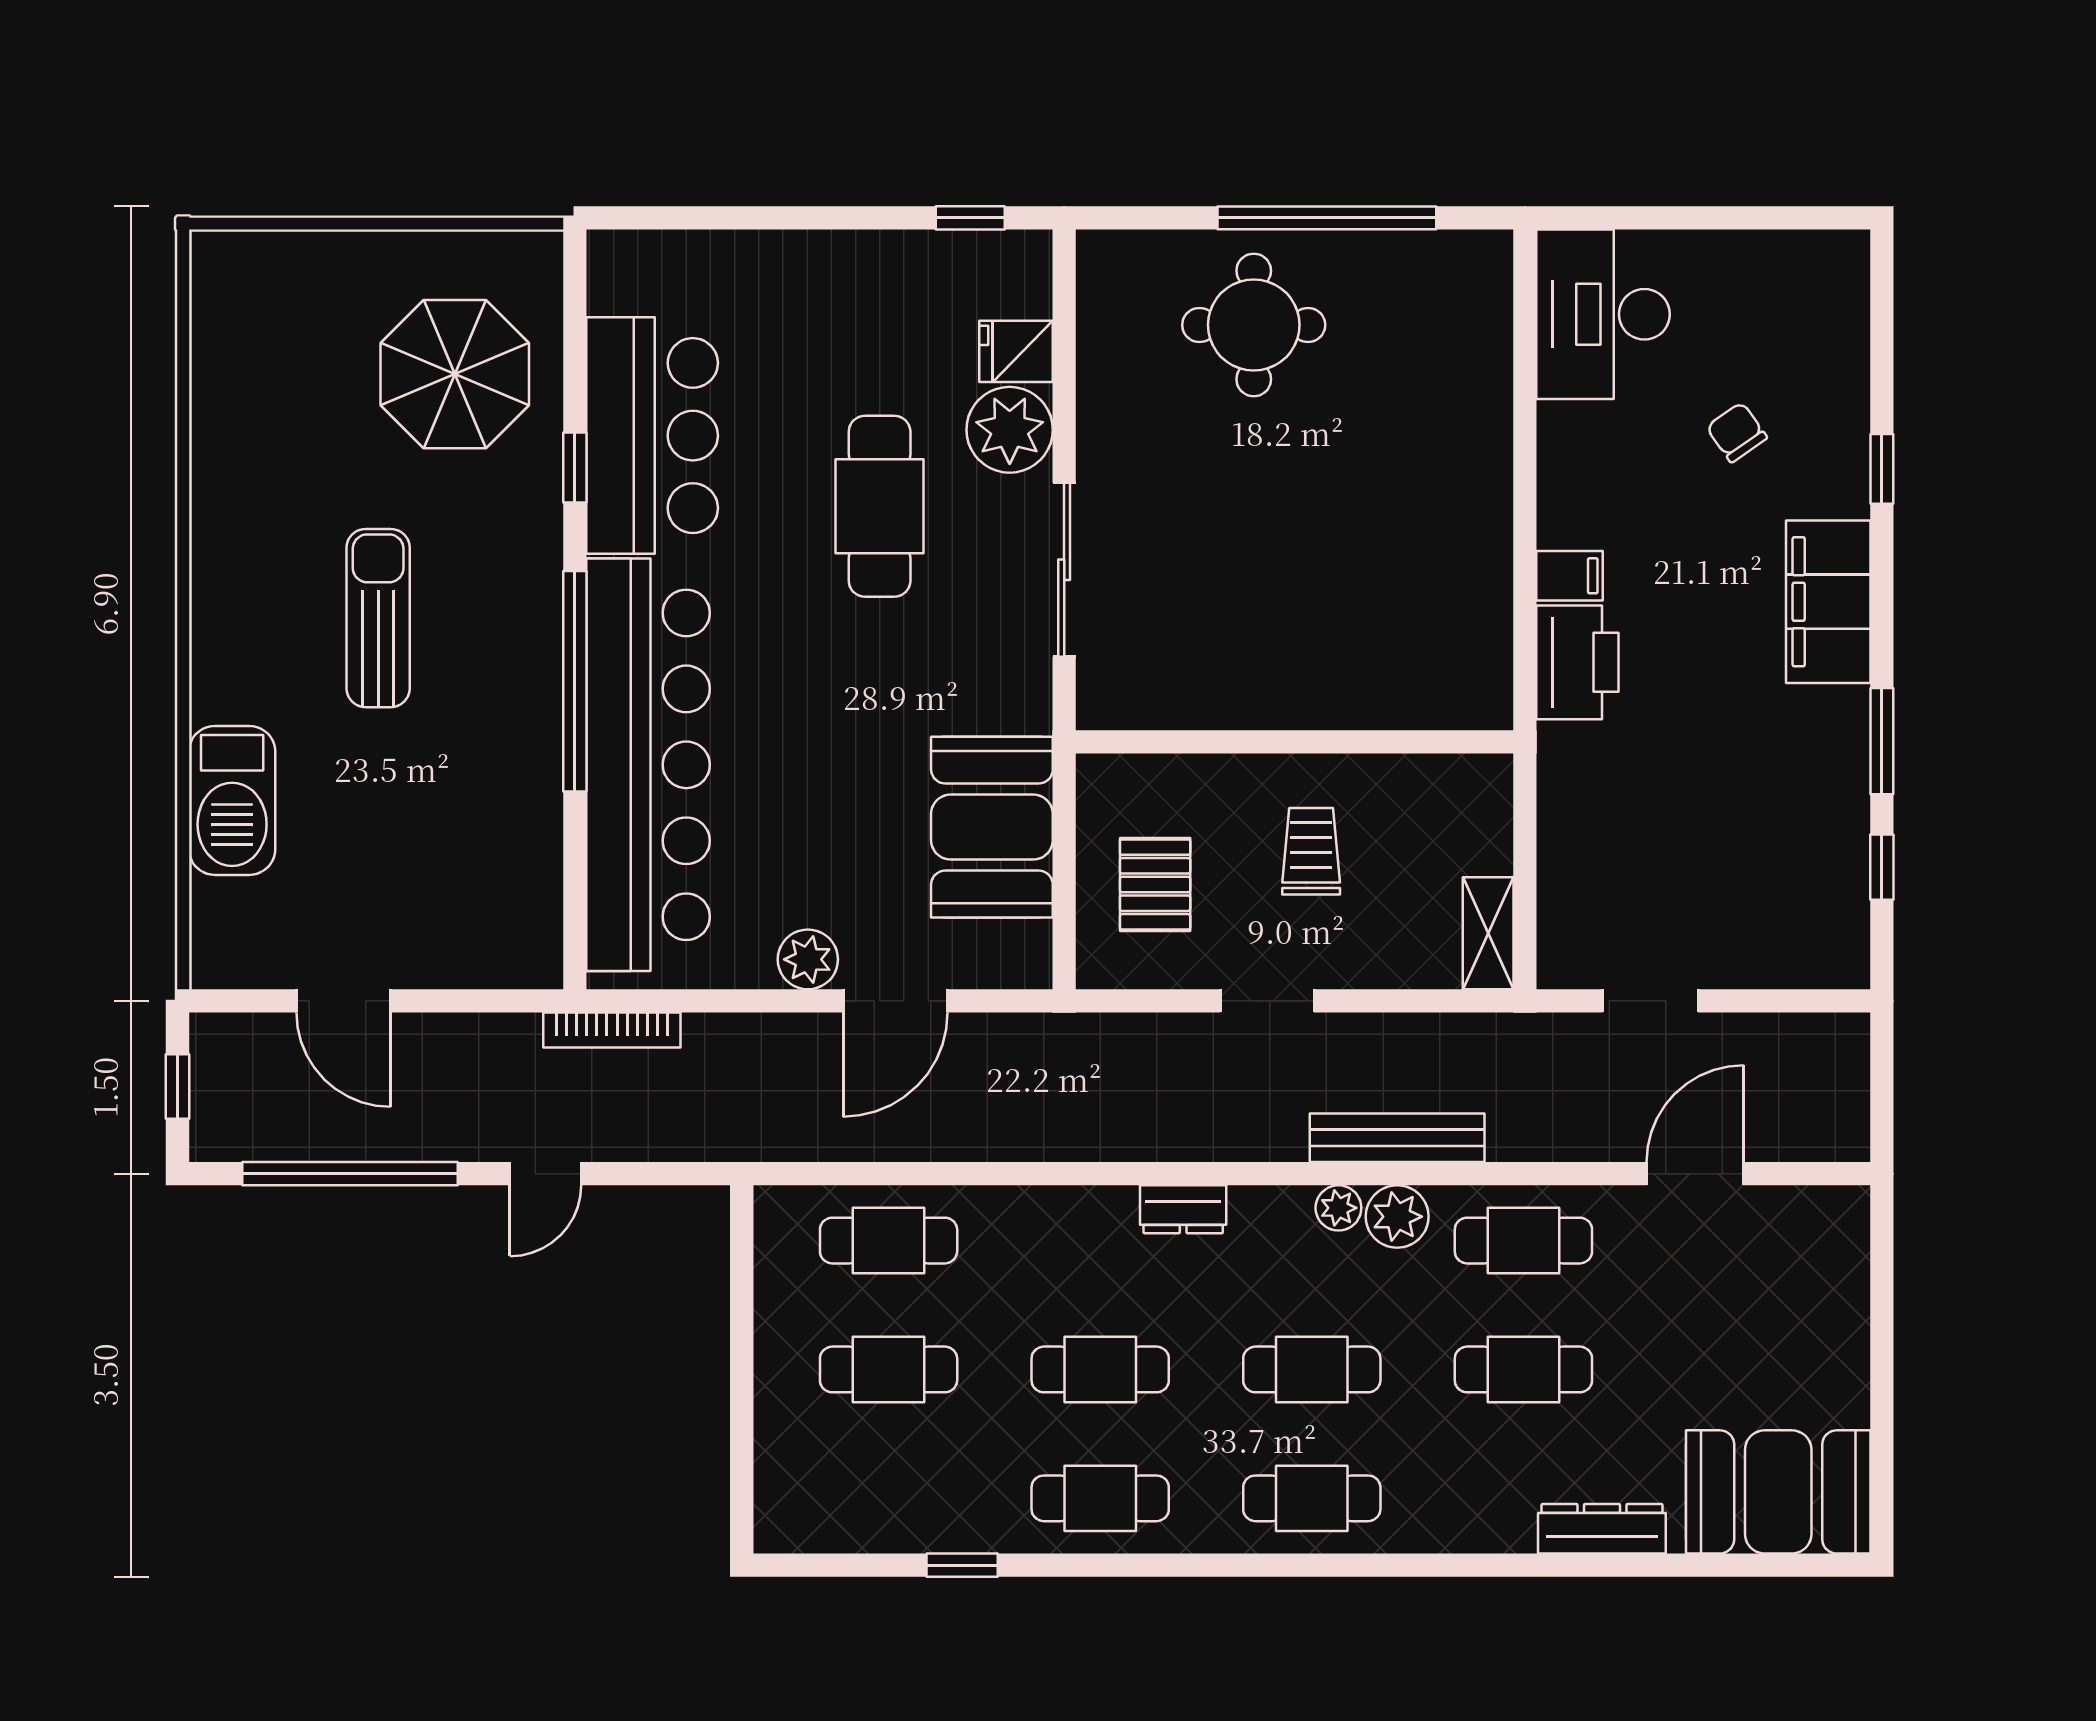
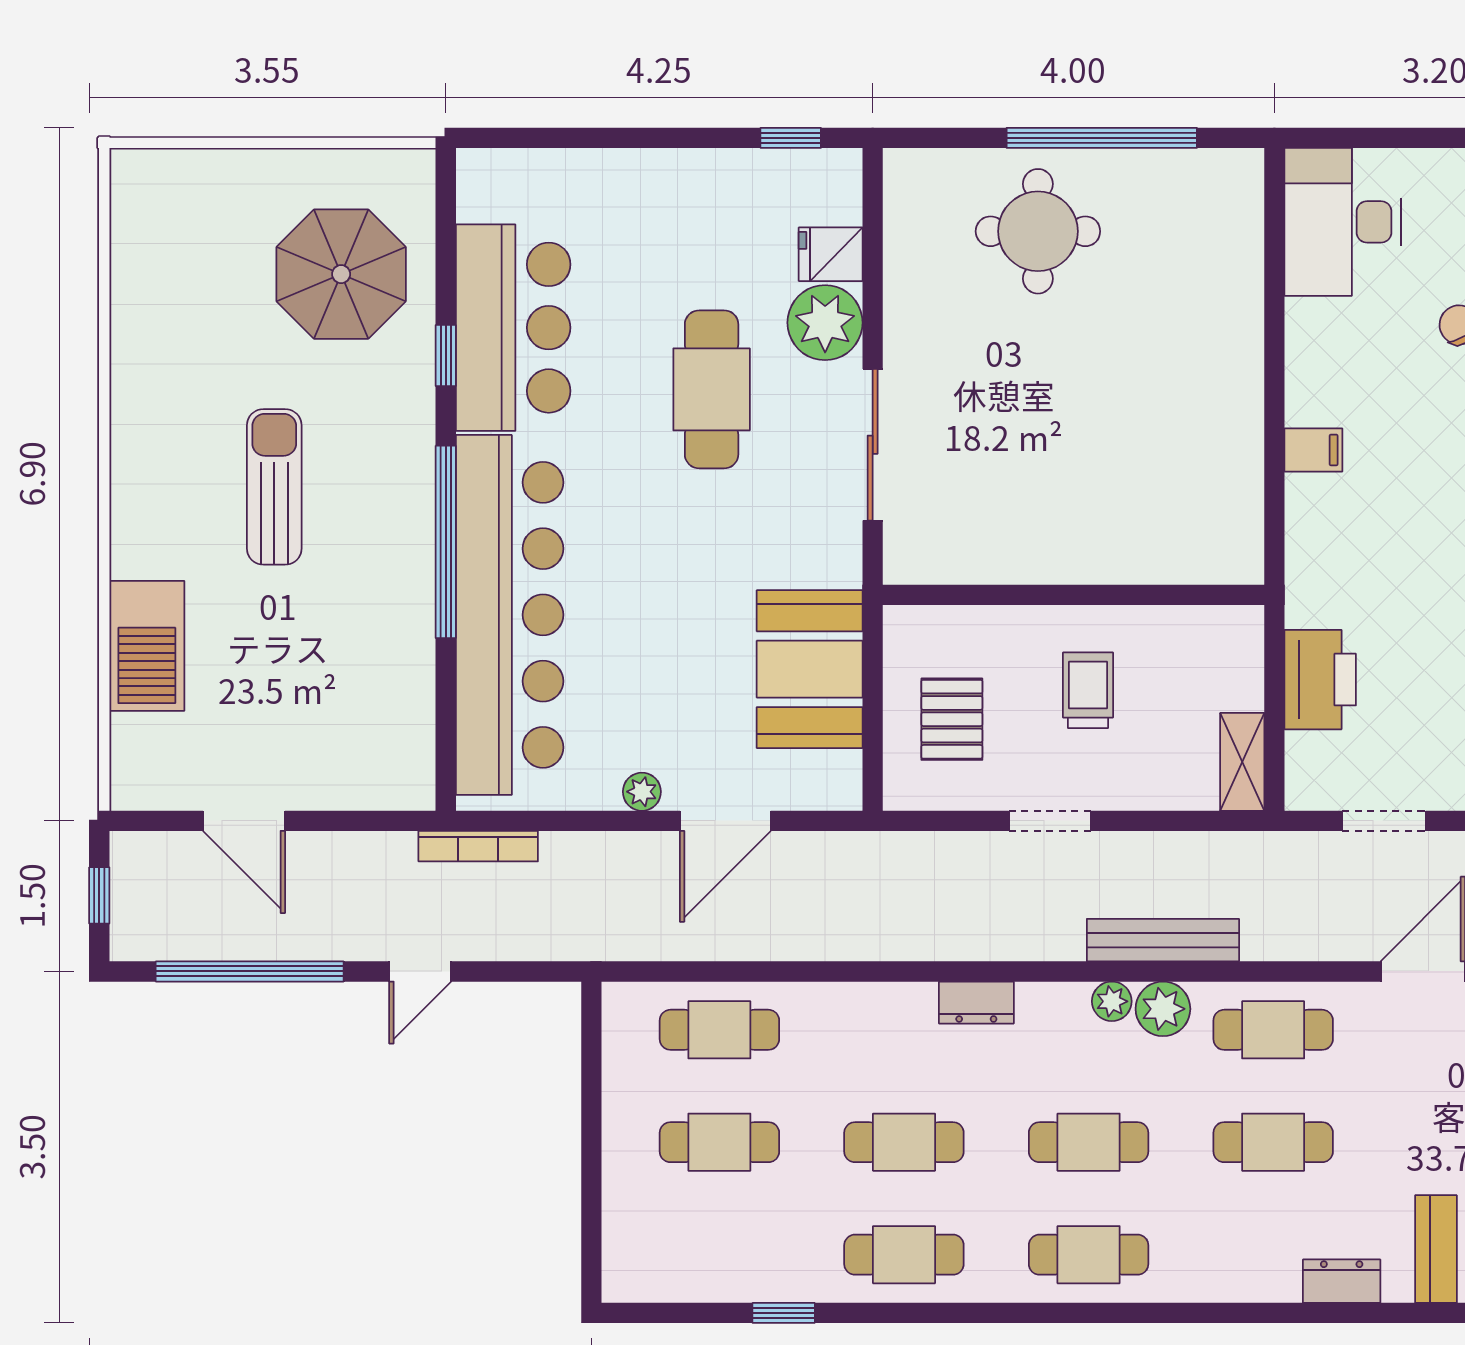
printer: (1577, 662) -> (1320, 680), moved
plant: (808, 959) -> (642, 792), width x0.73, depth x0.73
dresser: (1602, 1529) -> (1342, 1281), width x0.70

